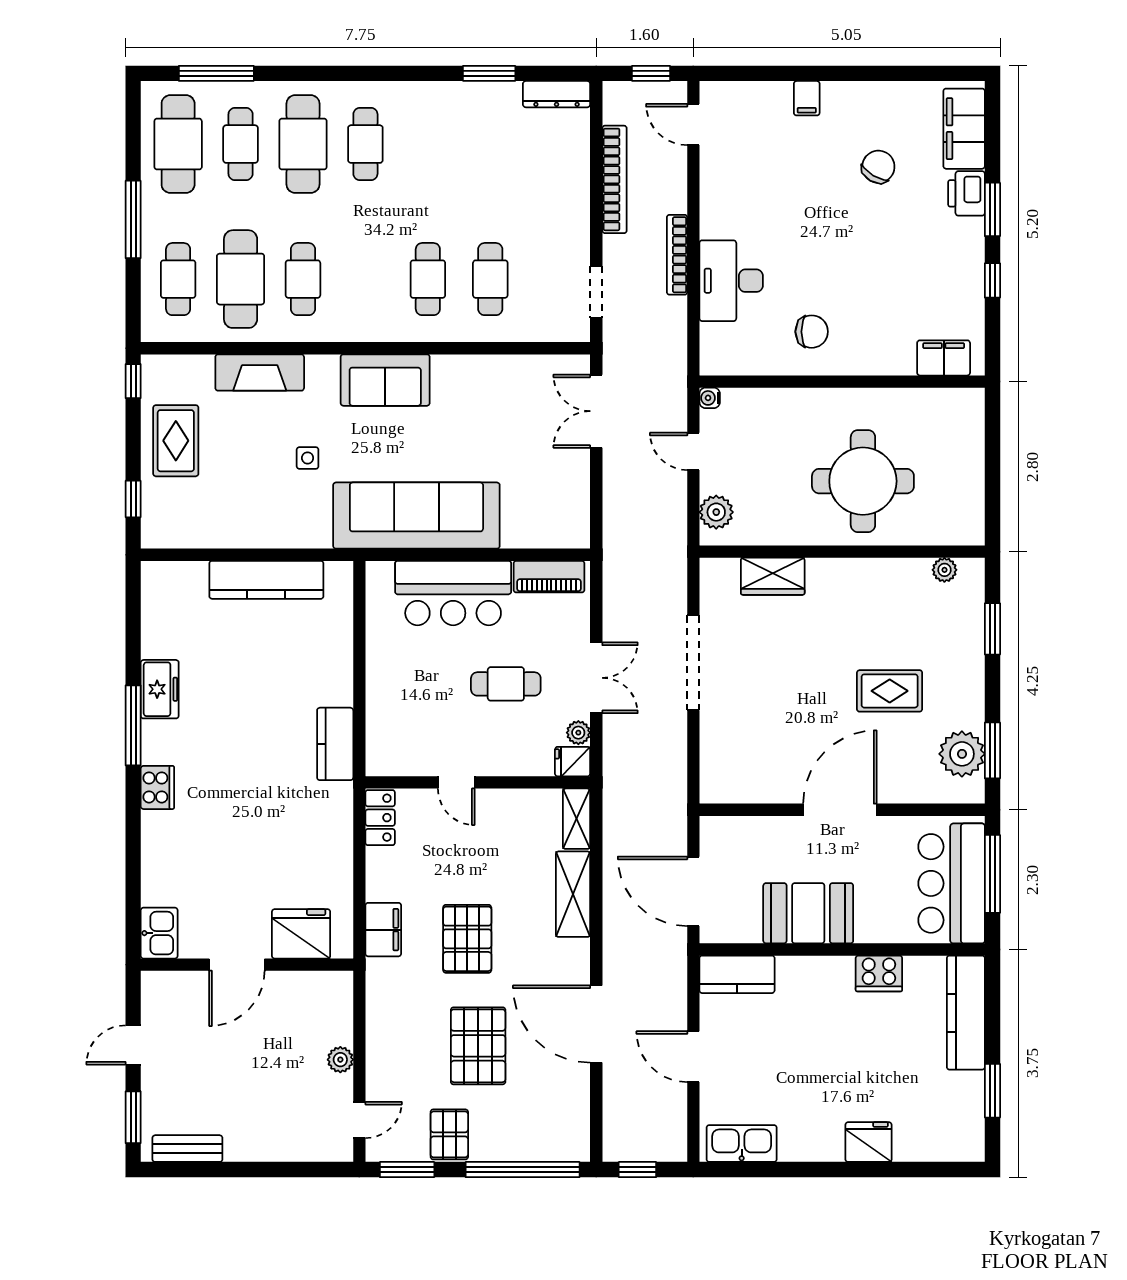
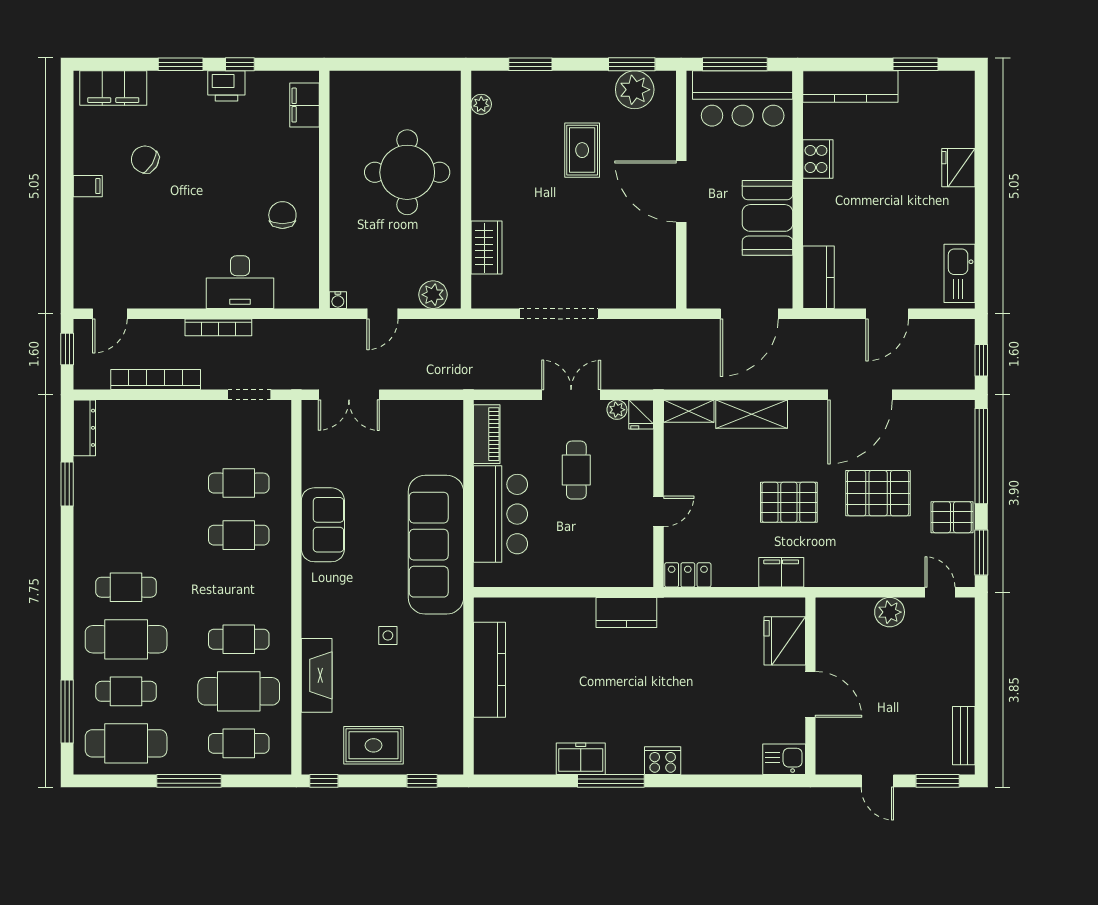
filing cabinet: (807, 98) -> (88, 186), moved
printer: (967, 193) -> (226, 86), moved
sofa: (385, 380) -> (323, 525), moved
plant: (340, 1060) -> (890, 612), width x1.38, depth x1.38

